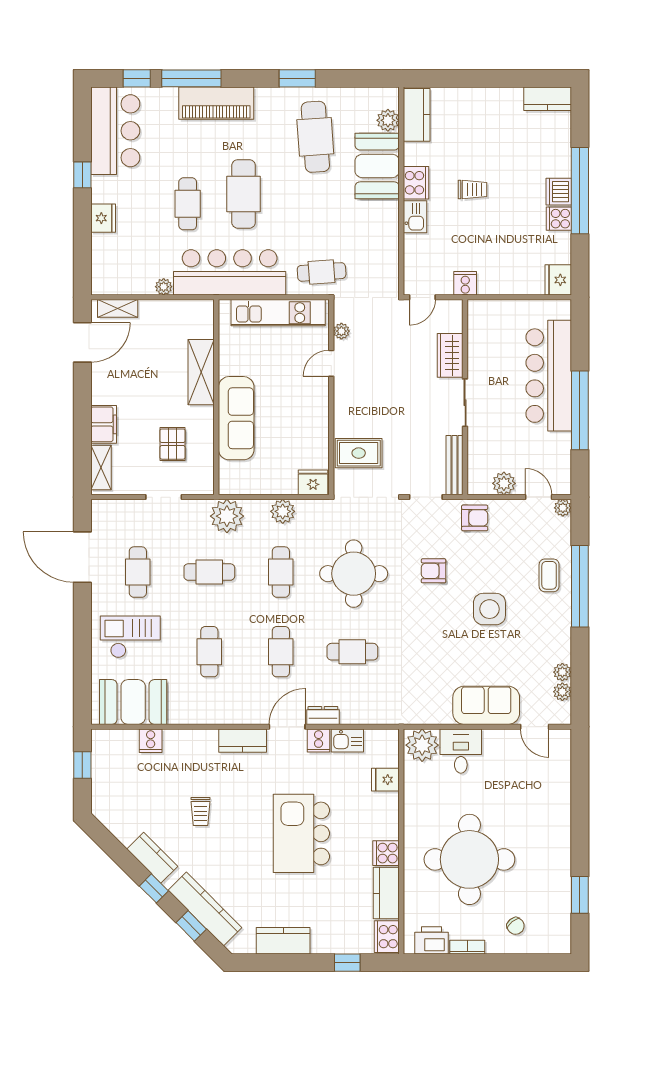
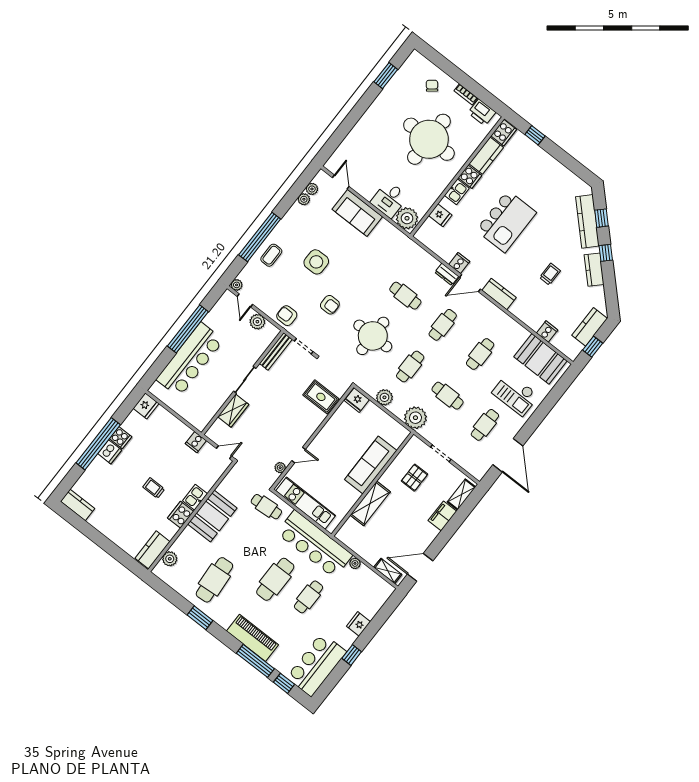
booth: (377, 166) -> (212, 516), moved
kitchen sink: (347, 740) -> (457, 192), moved, turned 90
kitchen counter: (283, 941) -> (590, 327), moved, turned 90

